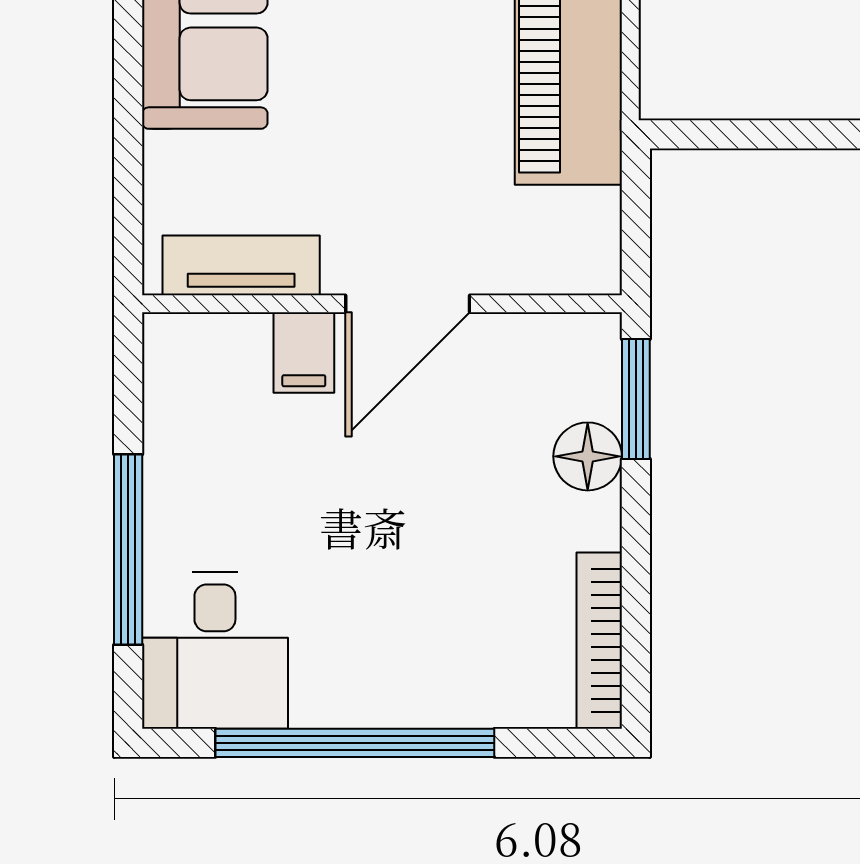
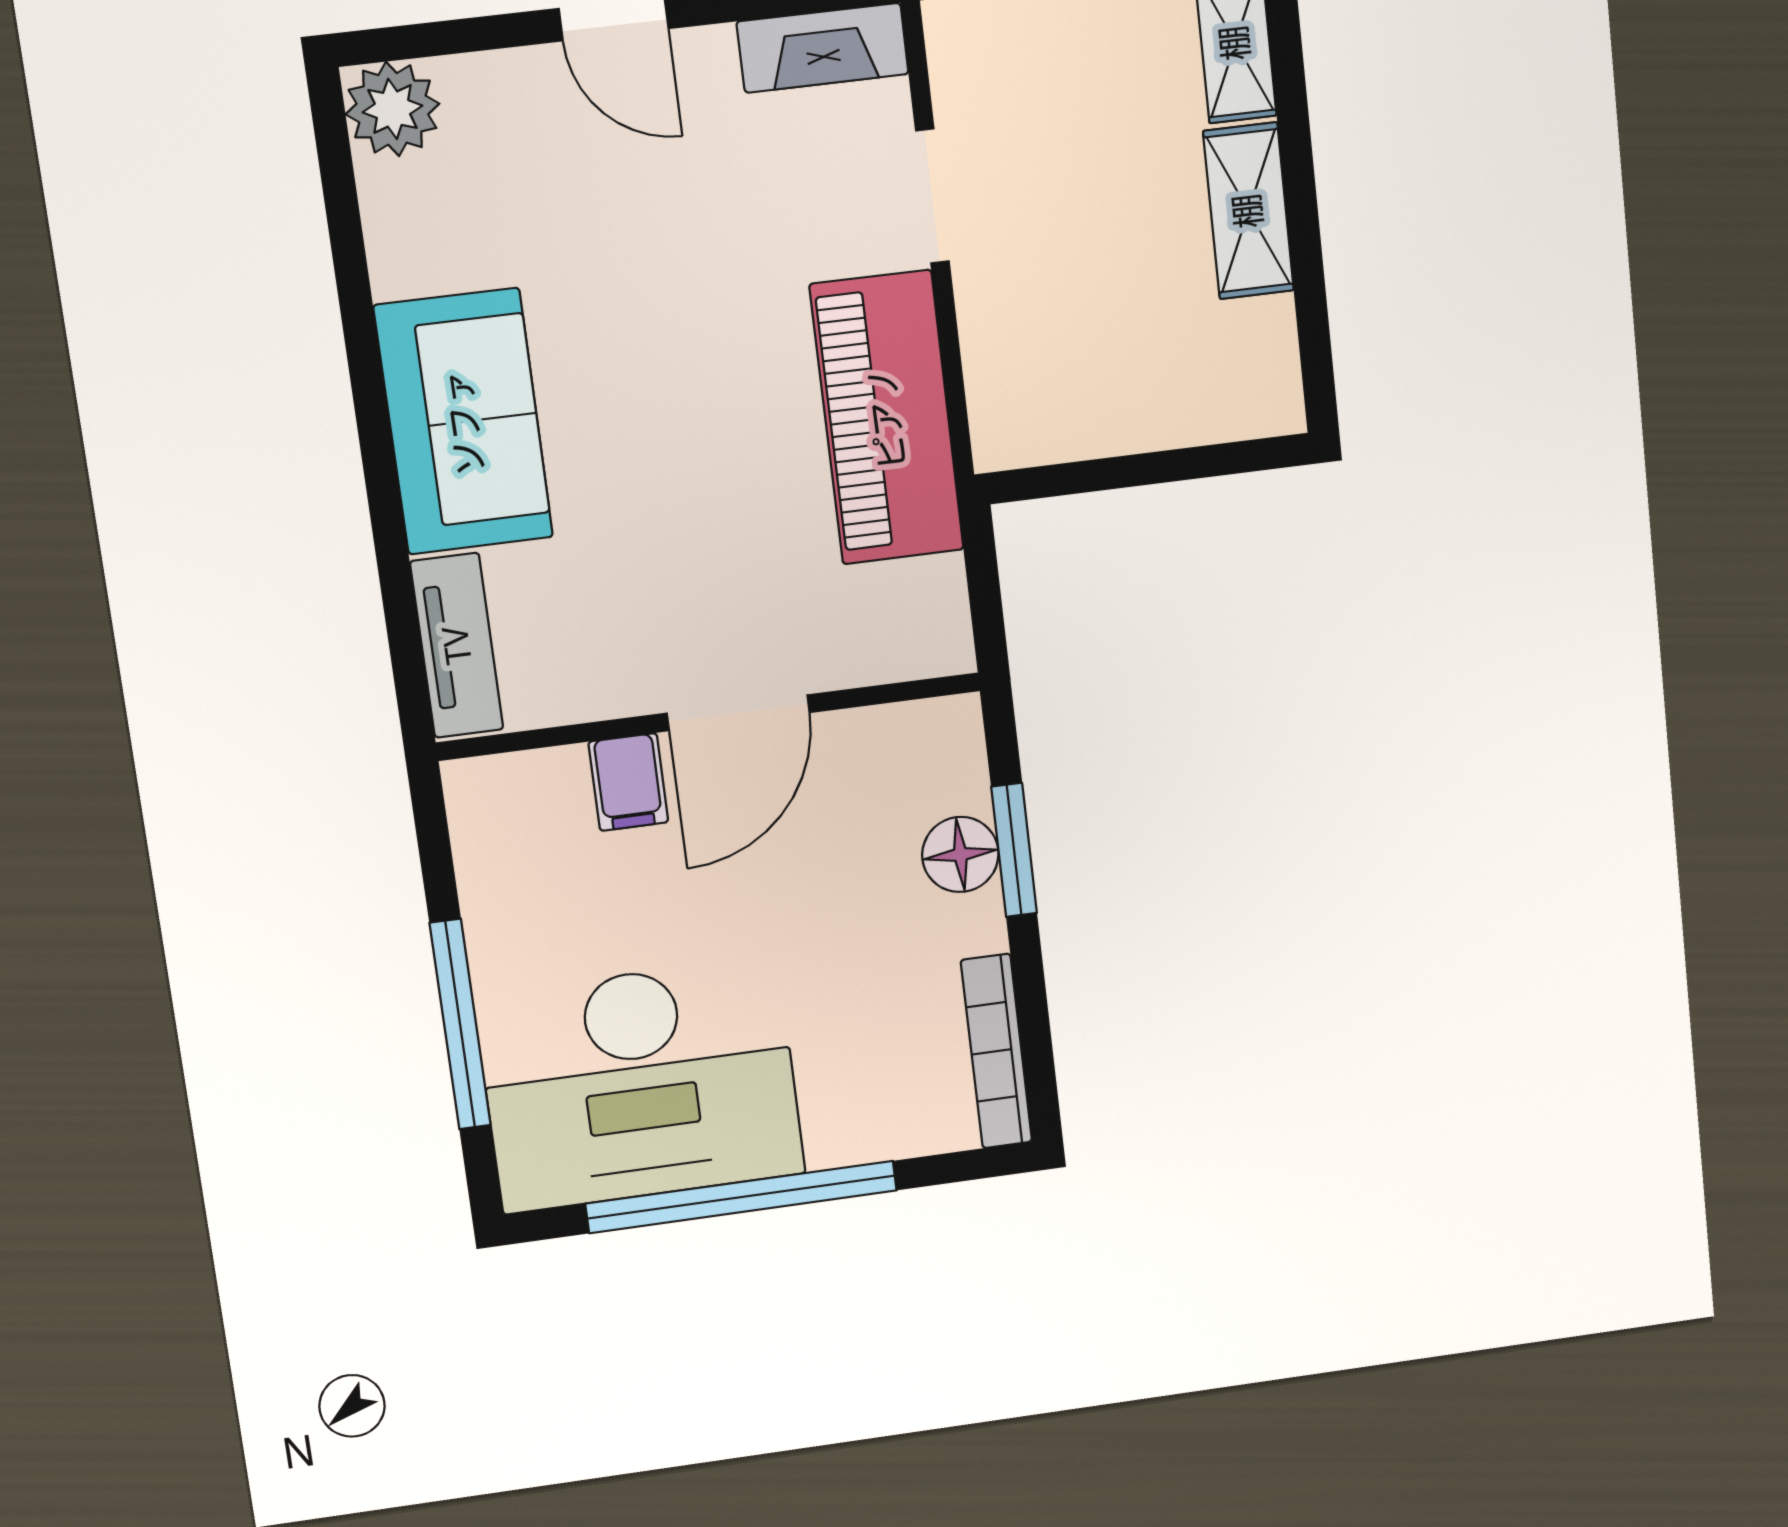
tv unit: (241, 265) -> (457, 645), moved, turned 90
window: (636, 399) -> (1014, 850), moved
desk: (215, 650) -> (640, 1085), width x1.87, depth x1.30

